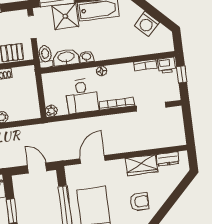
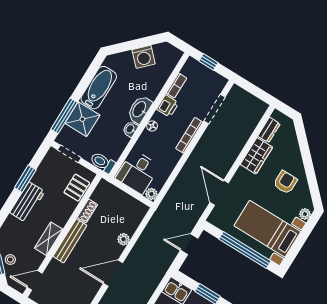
washbasin: (66, 57) -> (140, 109), moved
printer: (166, 65) -> (168, 106), moved
desk: (82, 96) -> (138, 172), moved, turned 90

